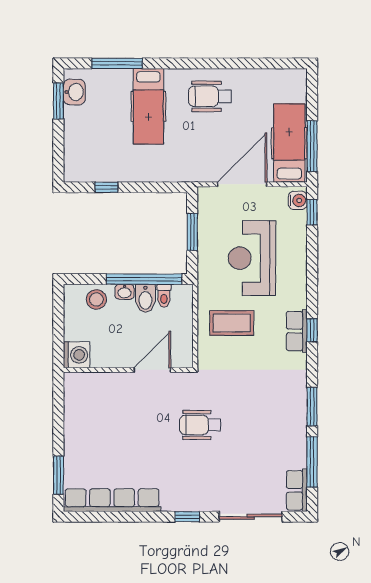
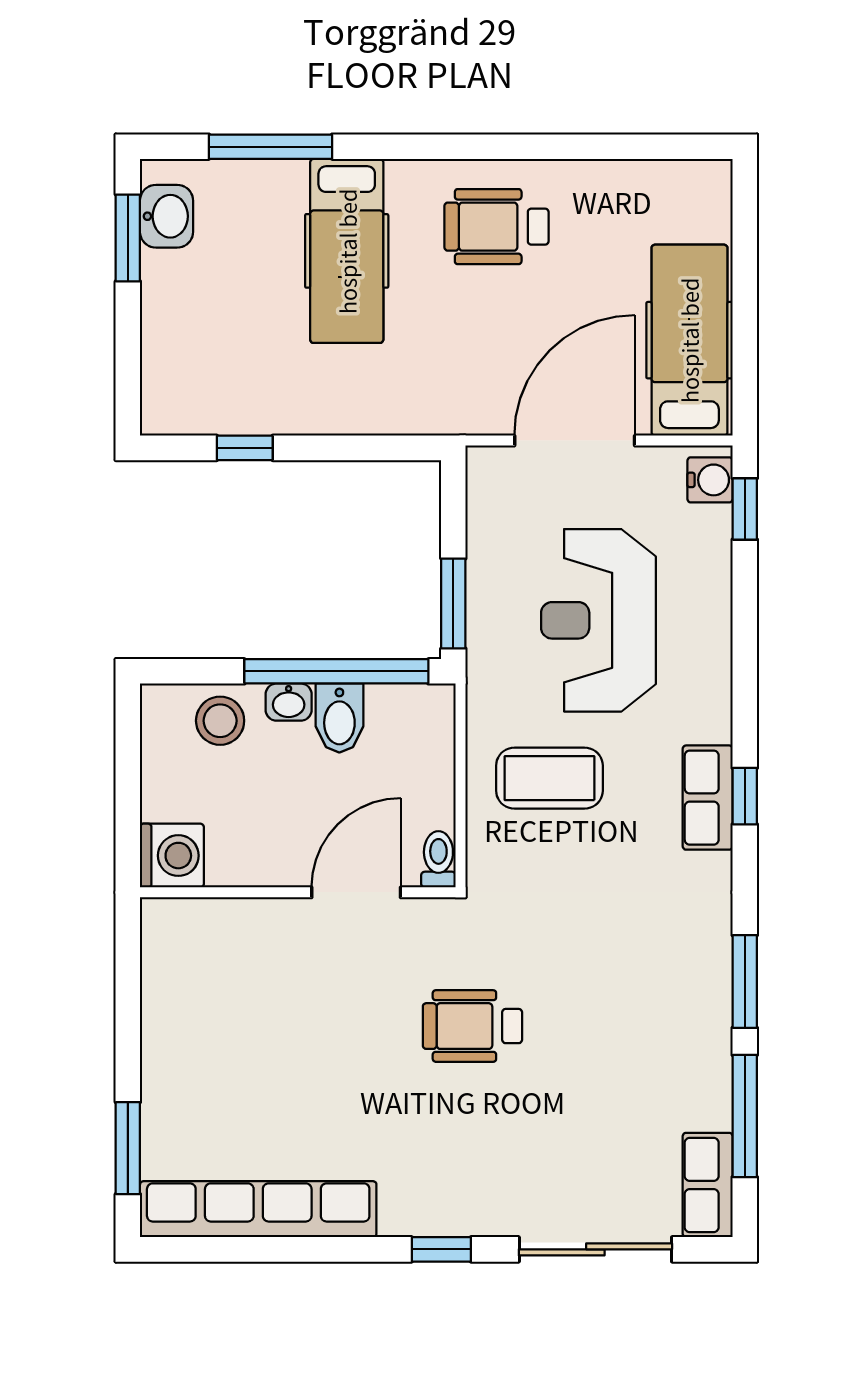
window: (312, 146) -> (745, 348), removed
window: (192, 232) -> (453, 604), moved
toilet: (164, 296) -> (438, 859), moved, turned 180

